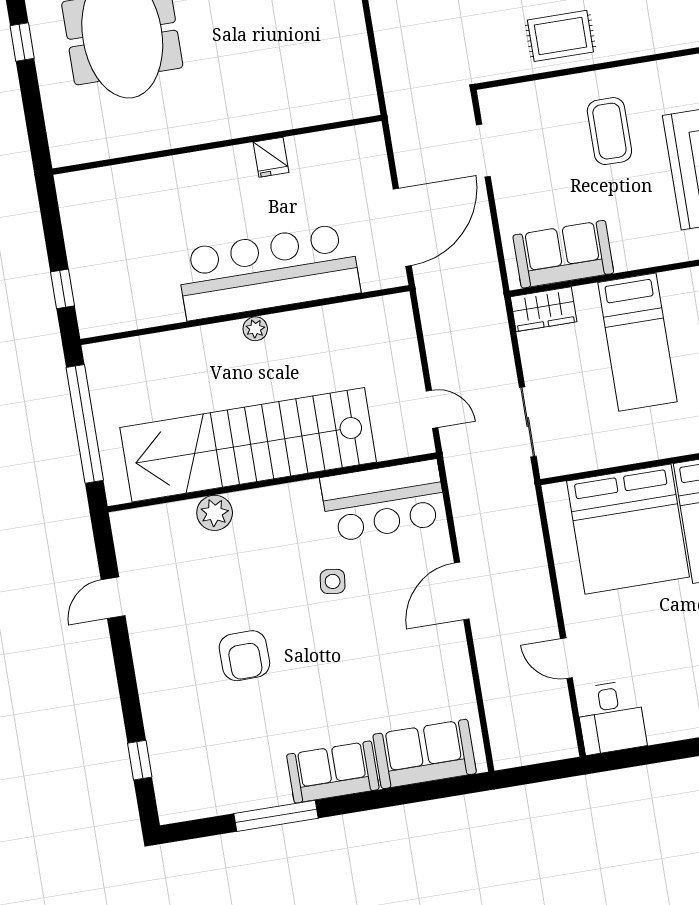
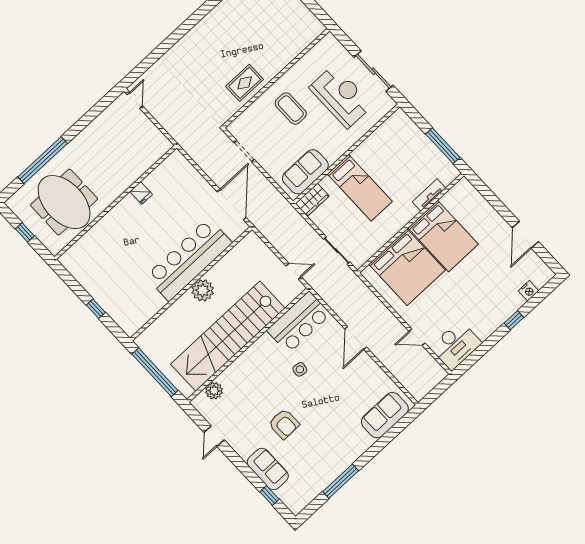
wall: (217, 145) -> (115, 202), moved
fridge: (271, 157) -> (141, 193), moved
window: (63, 289) -> (96, 309), moved
plant: (255, 329) -> (203, 290), width x1.88, depth x1.88
plant: (215, 513) -> (214, 391), moved
desk: (611, 717) -> (456, 345), width x1.37
sofa: (333, 772) -> (268, 469), moved, turned 90

